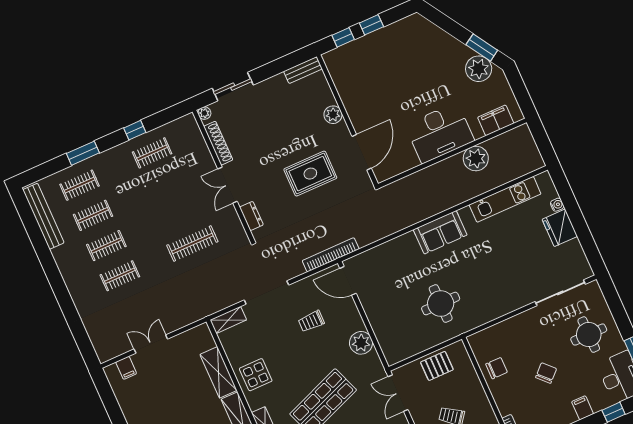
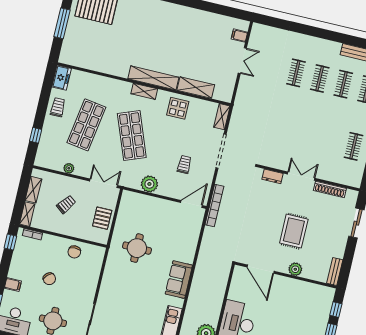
plant: (204, 113) -> (353, 195), removed
rug: (310, 174) -> (294, 231), moved
clothes rail: (192, 243) -> (283, 130), removed

